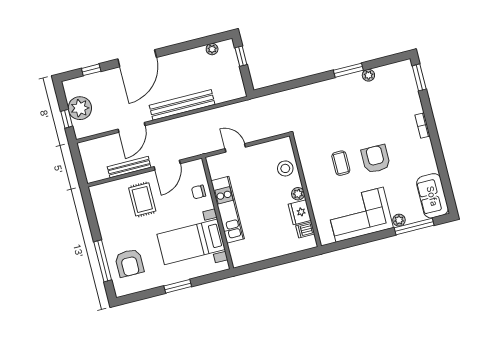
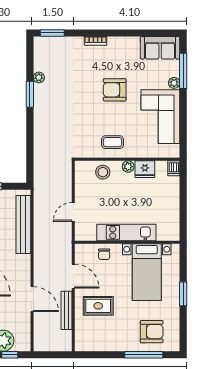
bench: (182, 105) -> (23, 225), moved
coffee table: (341, 163) -> (113, 142), moved
dishwasher: (305, 230) -> (174, 168), moved

